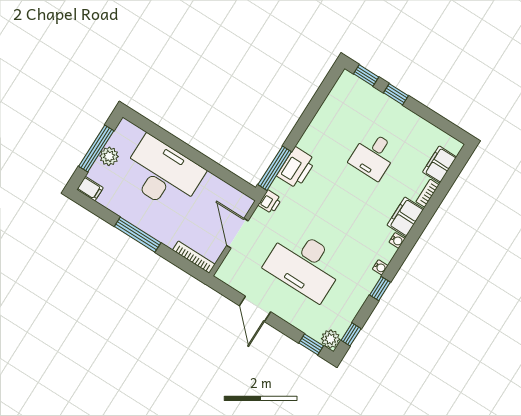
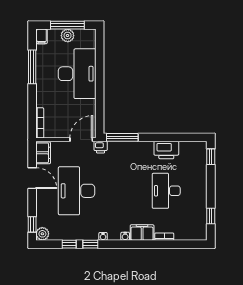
window: (396, 94) -> (211, 216), moved
desk: (373, 156) -> (166, 191), width x1.37
filing cabinet: (440, 165) -> (43, 153), moved, turned 90
printer: (296, 168) -> (166, 150), moved
door: (237, 233) -> (81, 140), moved
window: (138, 235) -> (32, 67), moved
door: (255, 309) -> (32, 178), swing flipped
window: (351, 334) -> (69, 244), moved

